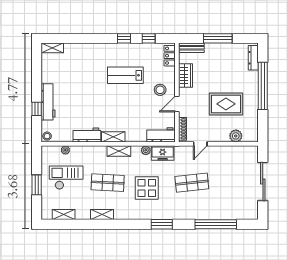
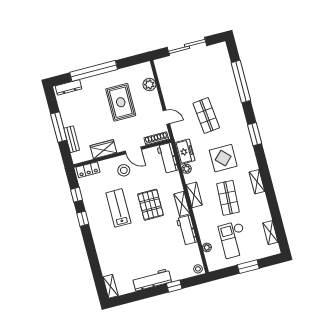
bench: (192, 48) -> (72, 139), moved
lab bench: (125, 75) -> (118, 208), turned 180
workbench: (48, 102) -> (152, 280), moved
pallet: (120, 107) -> (151, 205), added
shelving: (102, 214) -> (257, 182), moved

